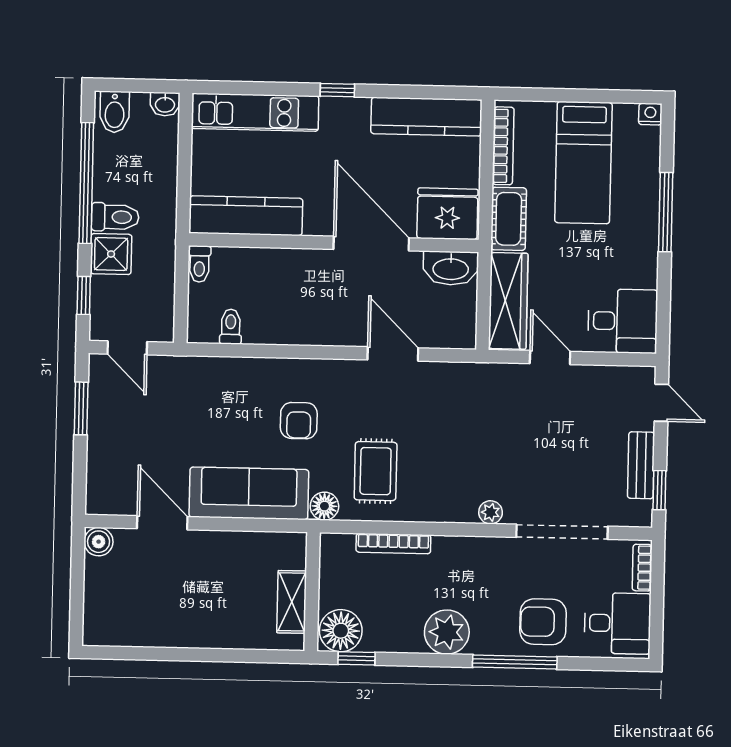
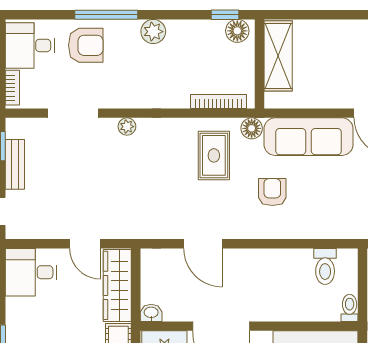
washbasin: (451, 268) -> (151, 313), width x0.52, depth x0.69
toilet: (231, 327) -> (325, 266), width x1.37, depth x1.39
doorway: (562, 532) -> (73, 113), width x0.73
bookcase: (393, 544) -> (218, 101), moved
shelving: (292, 602) -> (278, 56), width x1.50, depth x1.33
floor lamp: (341, 631) -> (237, 31), width x0.73, depth x0.73
plant: (447, 632) -> (153, 32), width x0.73, depth x0.73

